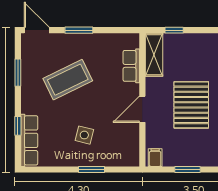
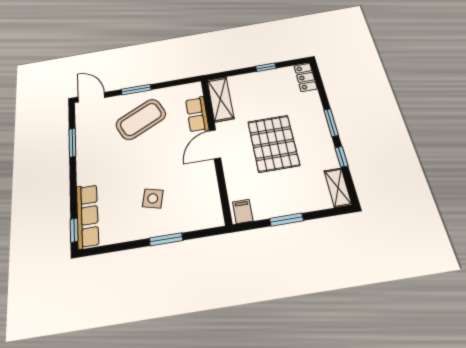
window: (174, 30) -> (266, 67), moved
coffee table: (68, 80) -> (141, 119), moved
door: (142, 109) -> (215, 144), moved
window: (18, 126) -> (74, 230), moved

